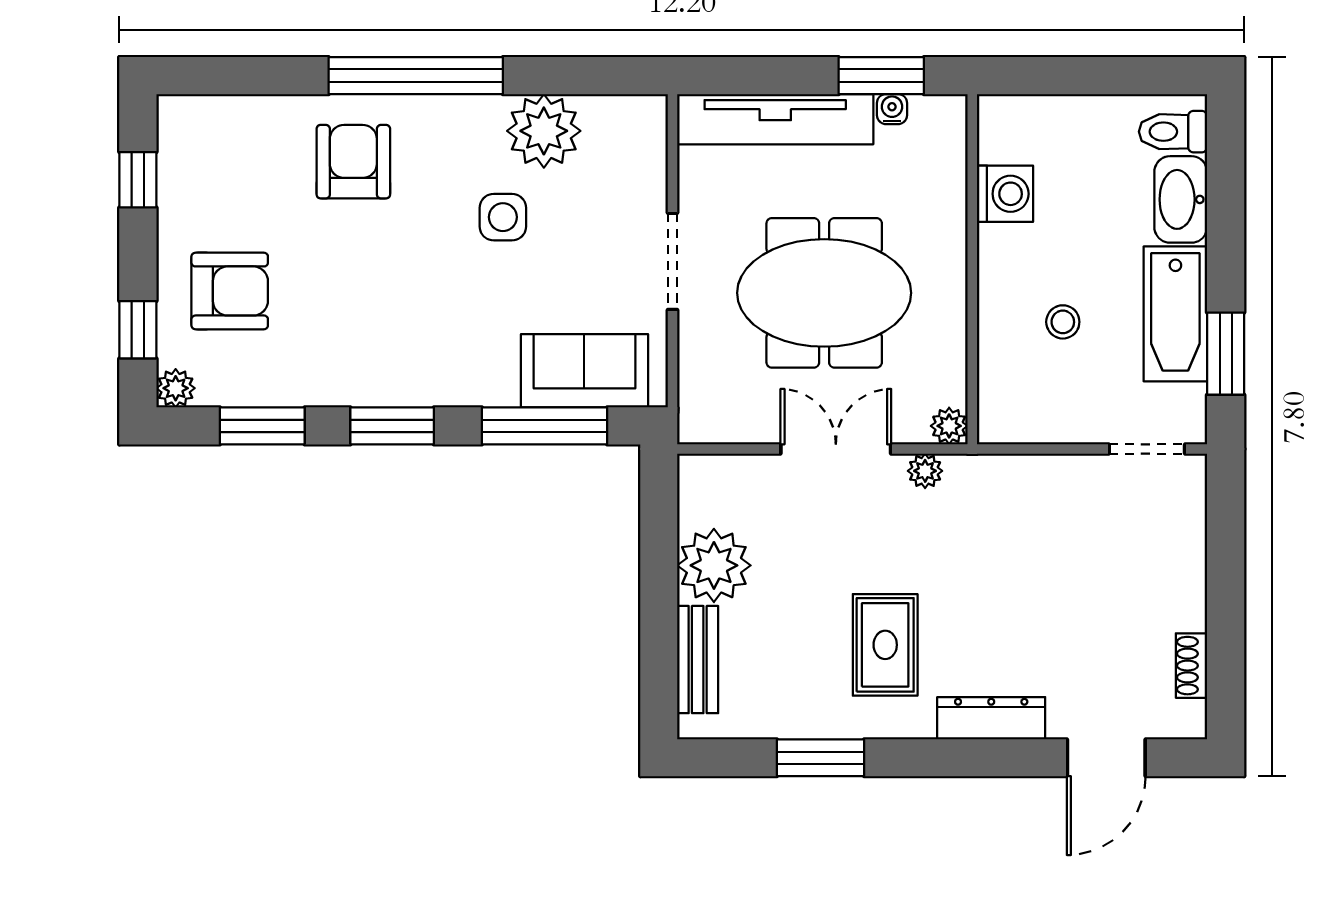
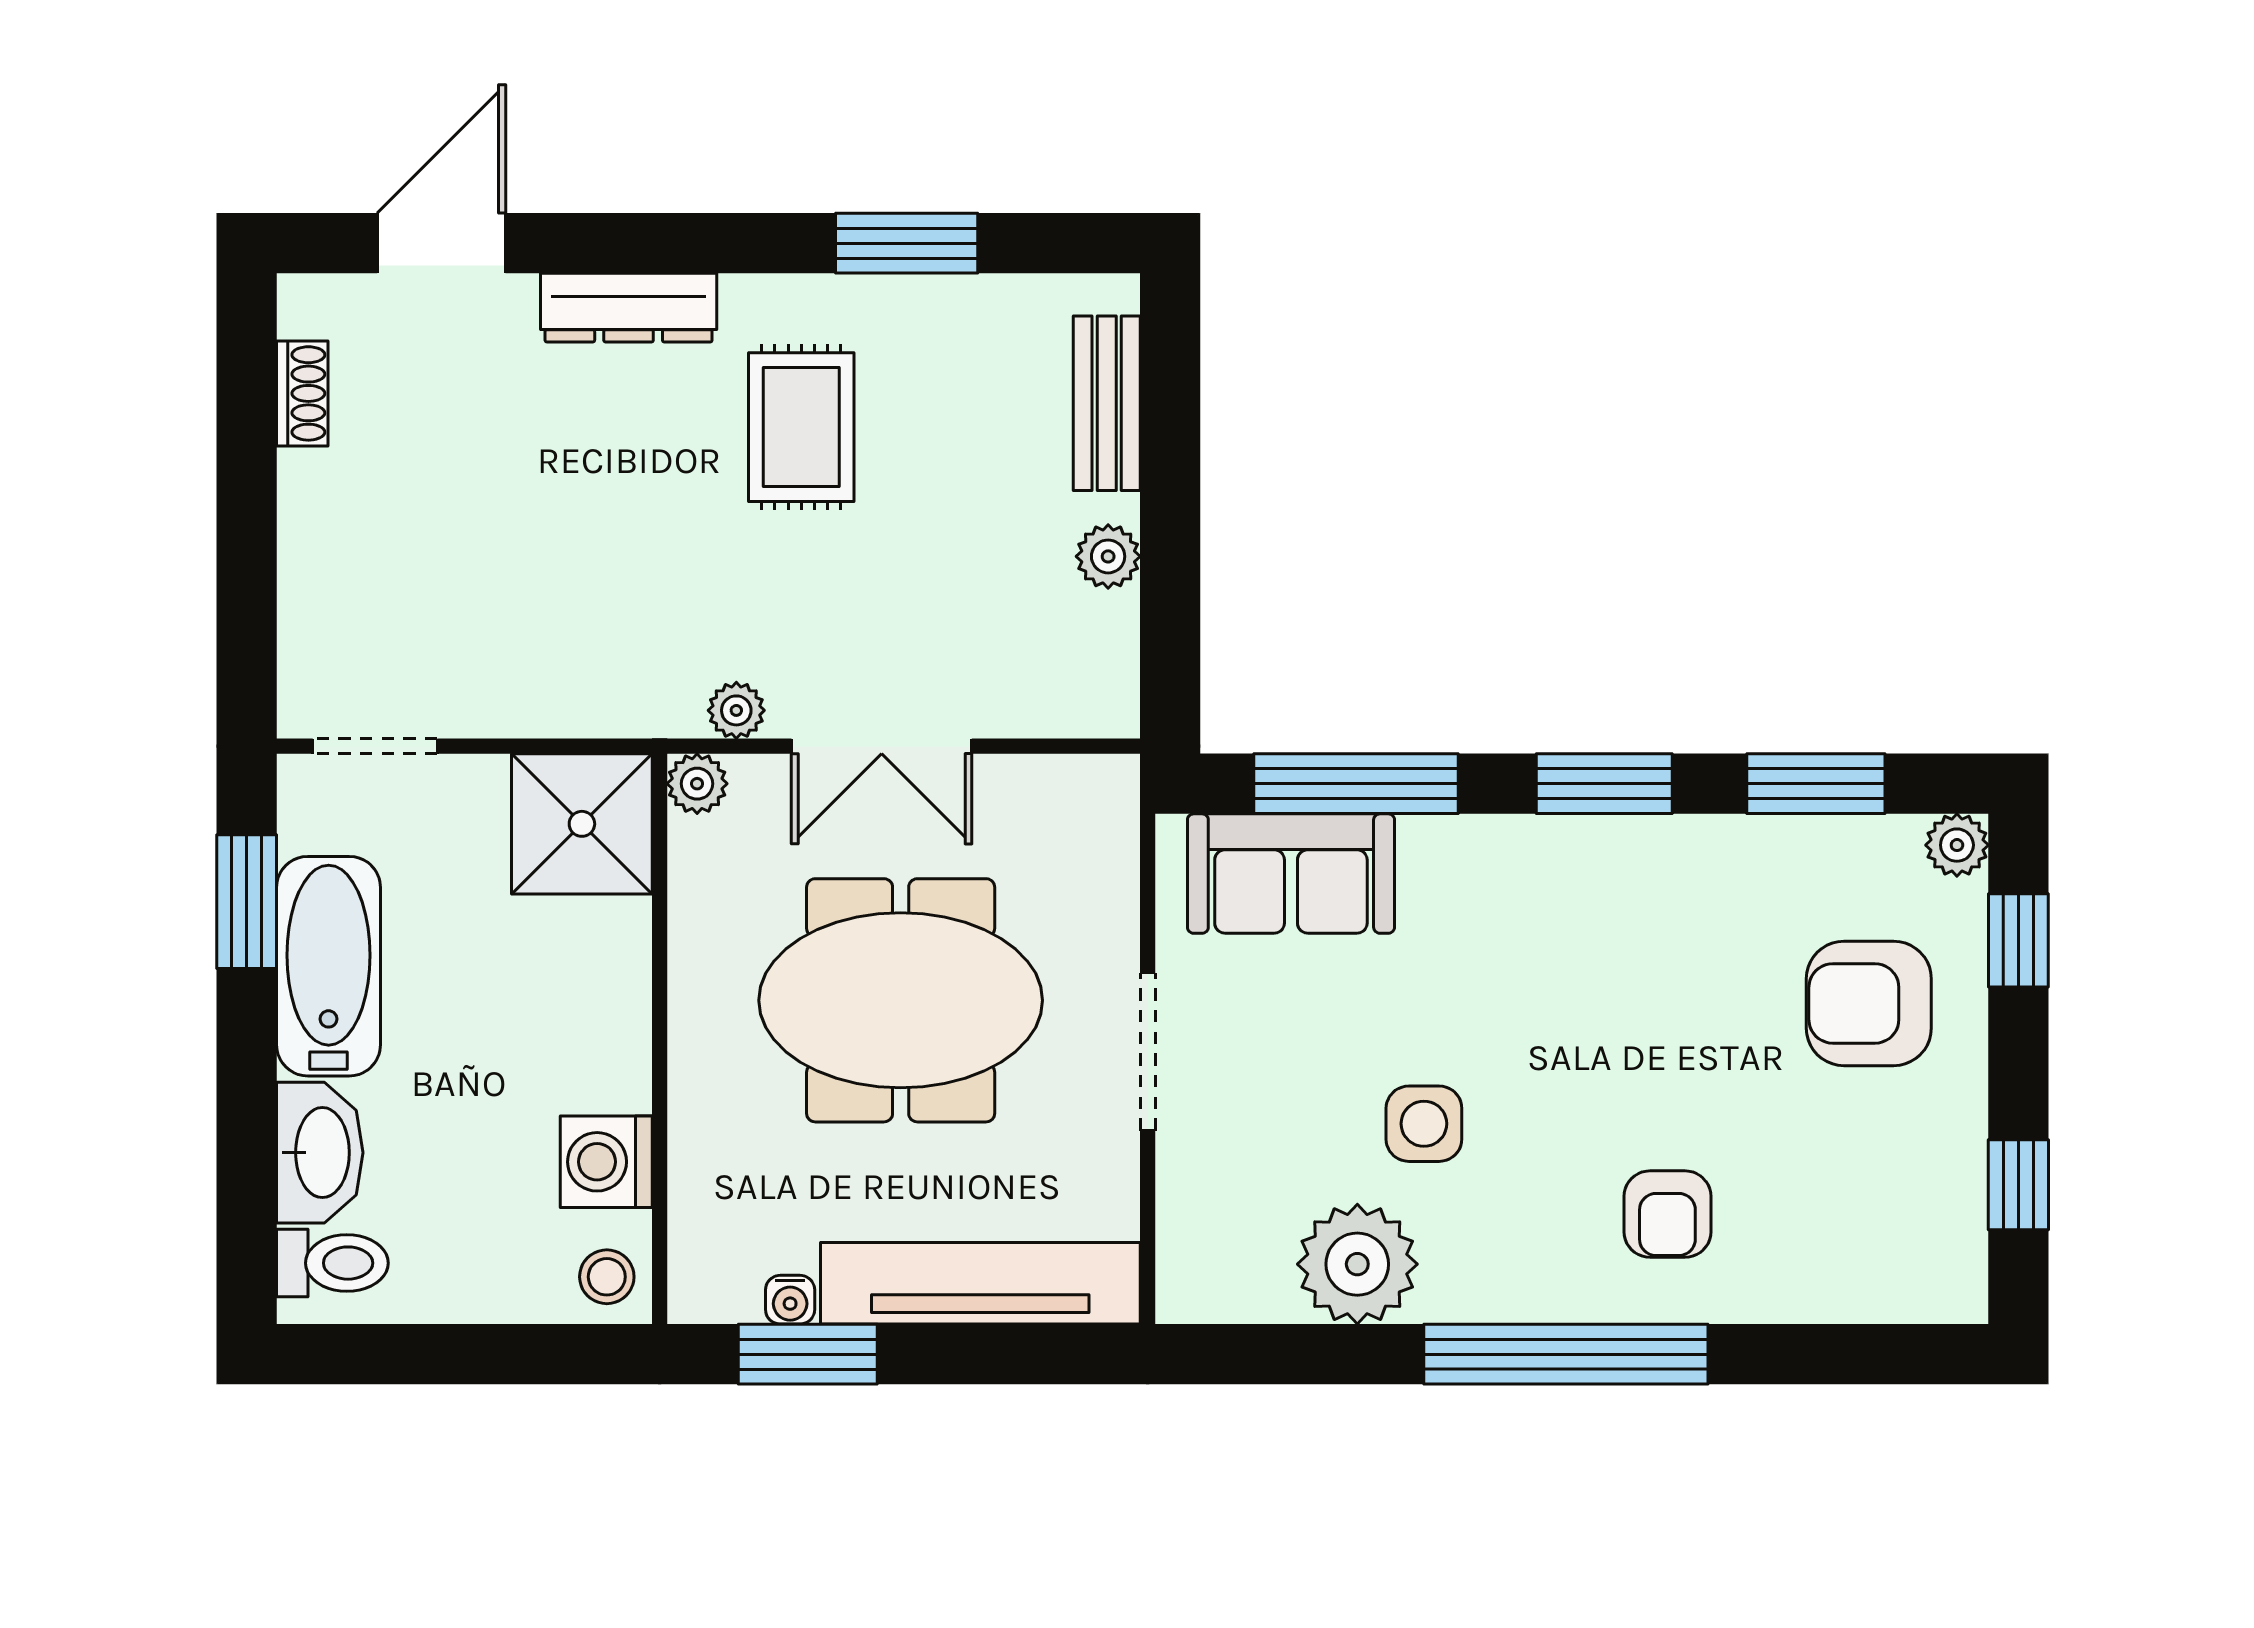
armchair: (353, 162) -> (1667, 1214), width x0.72, depth x0.72
stool: (1063, 322) -> (607, 1277), moved
shower: (1020, 401) -> (582, 824), added
plant: (714, 565) -> (1108, 556), width x0.53, depth x0.53

